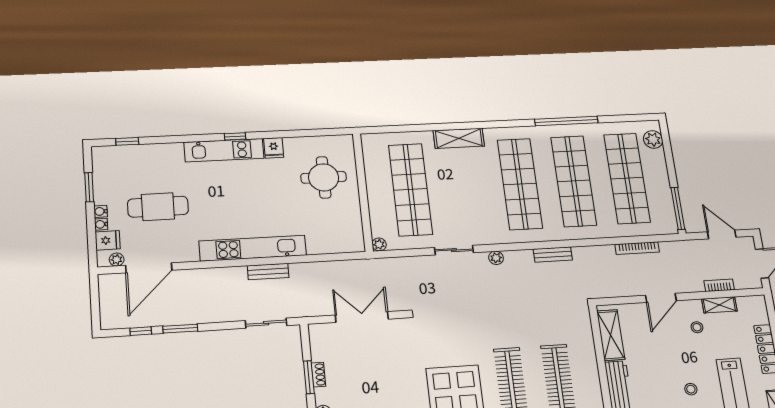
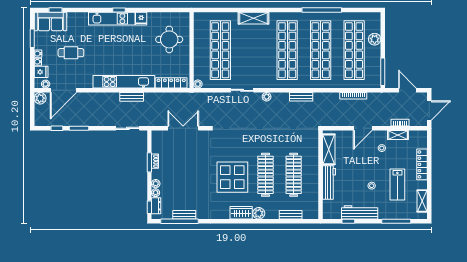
plant: (653, 139) -> (375, 39), moved
sofa: (119, 160) -> (50, 22), added
cafe table: (158, 207) -> (71, 53), width x0.73, depth x0.74
locker: (334, 245) -> (171, 83), added
plant: (108, 283) -> (40, 98), added

